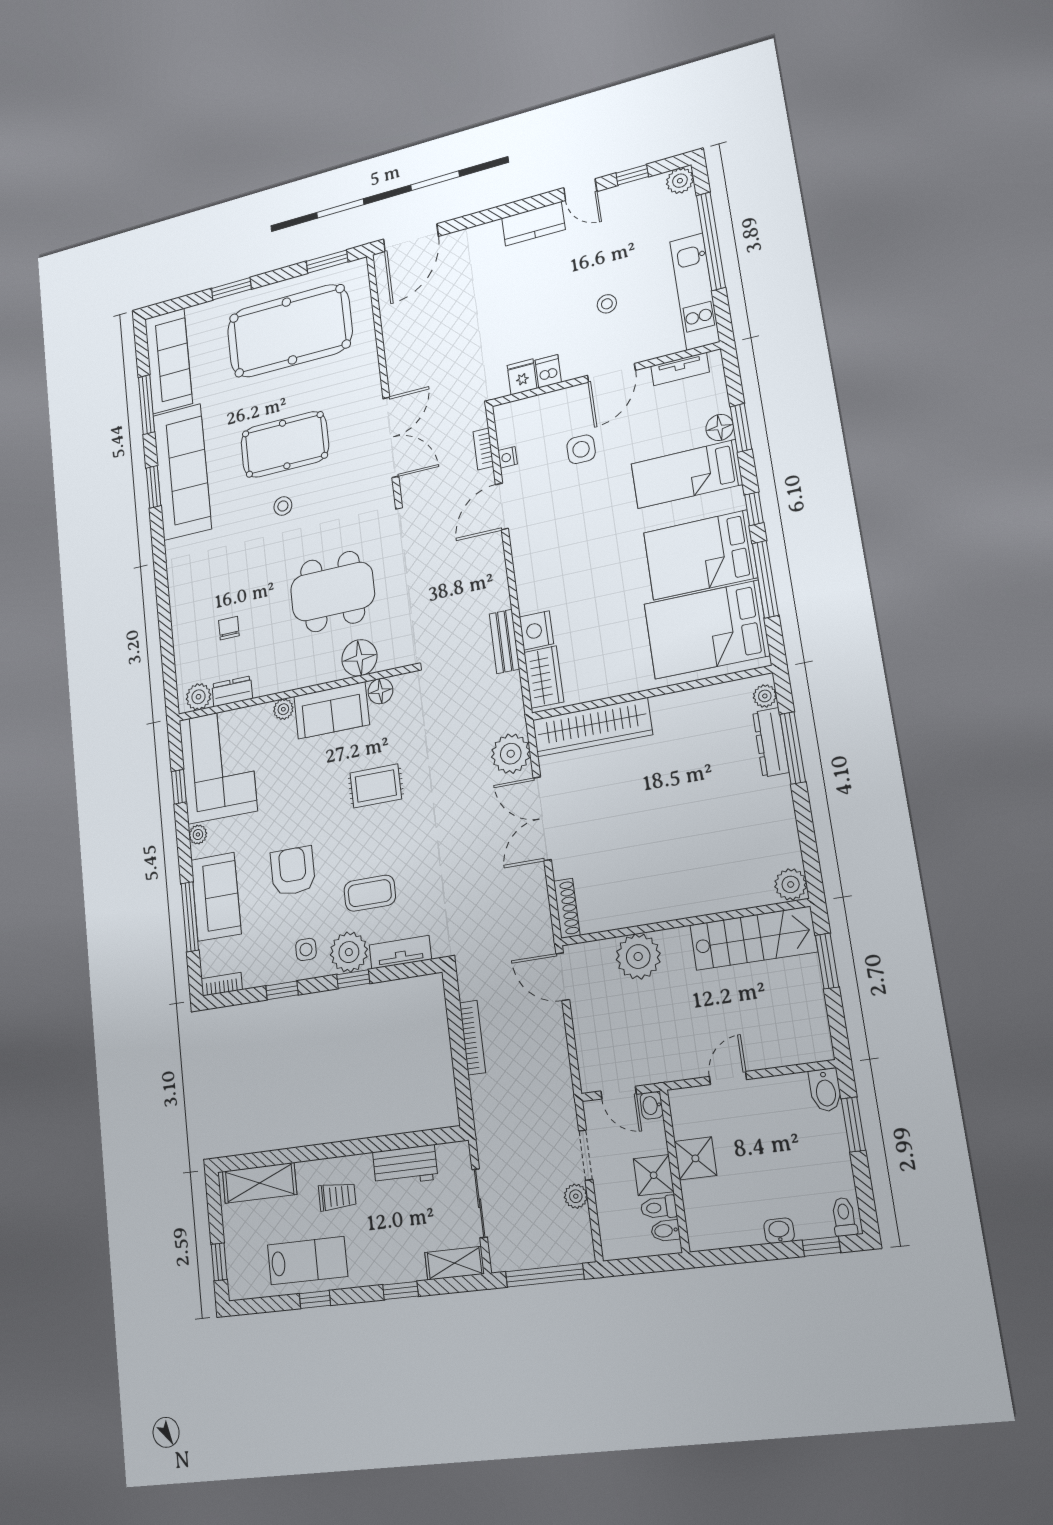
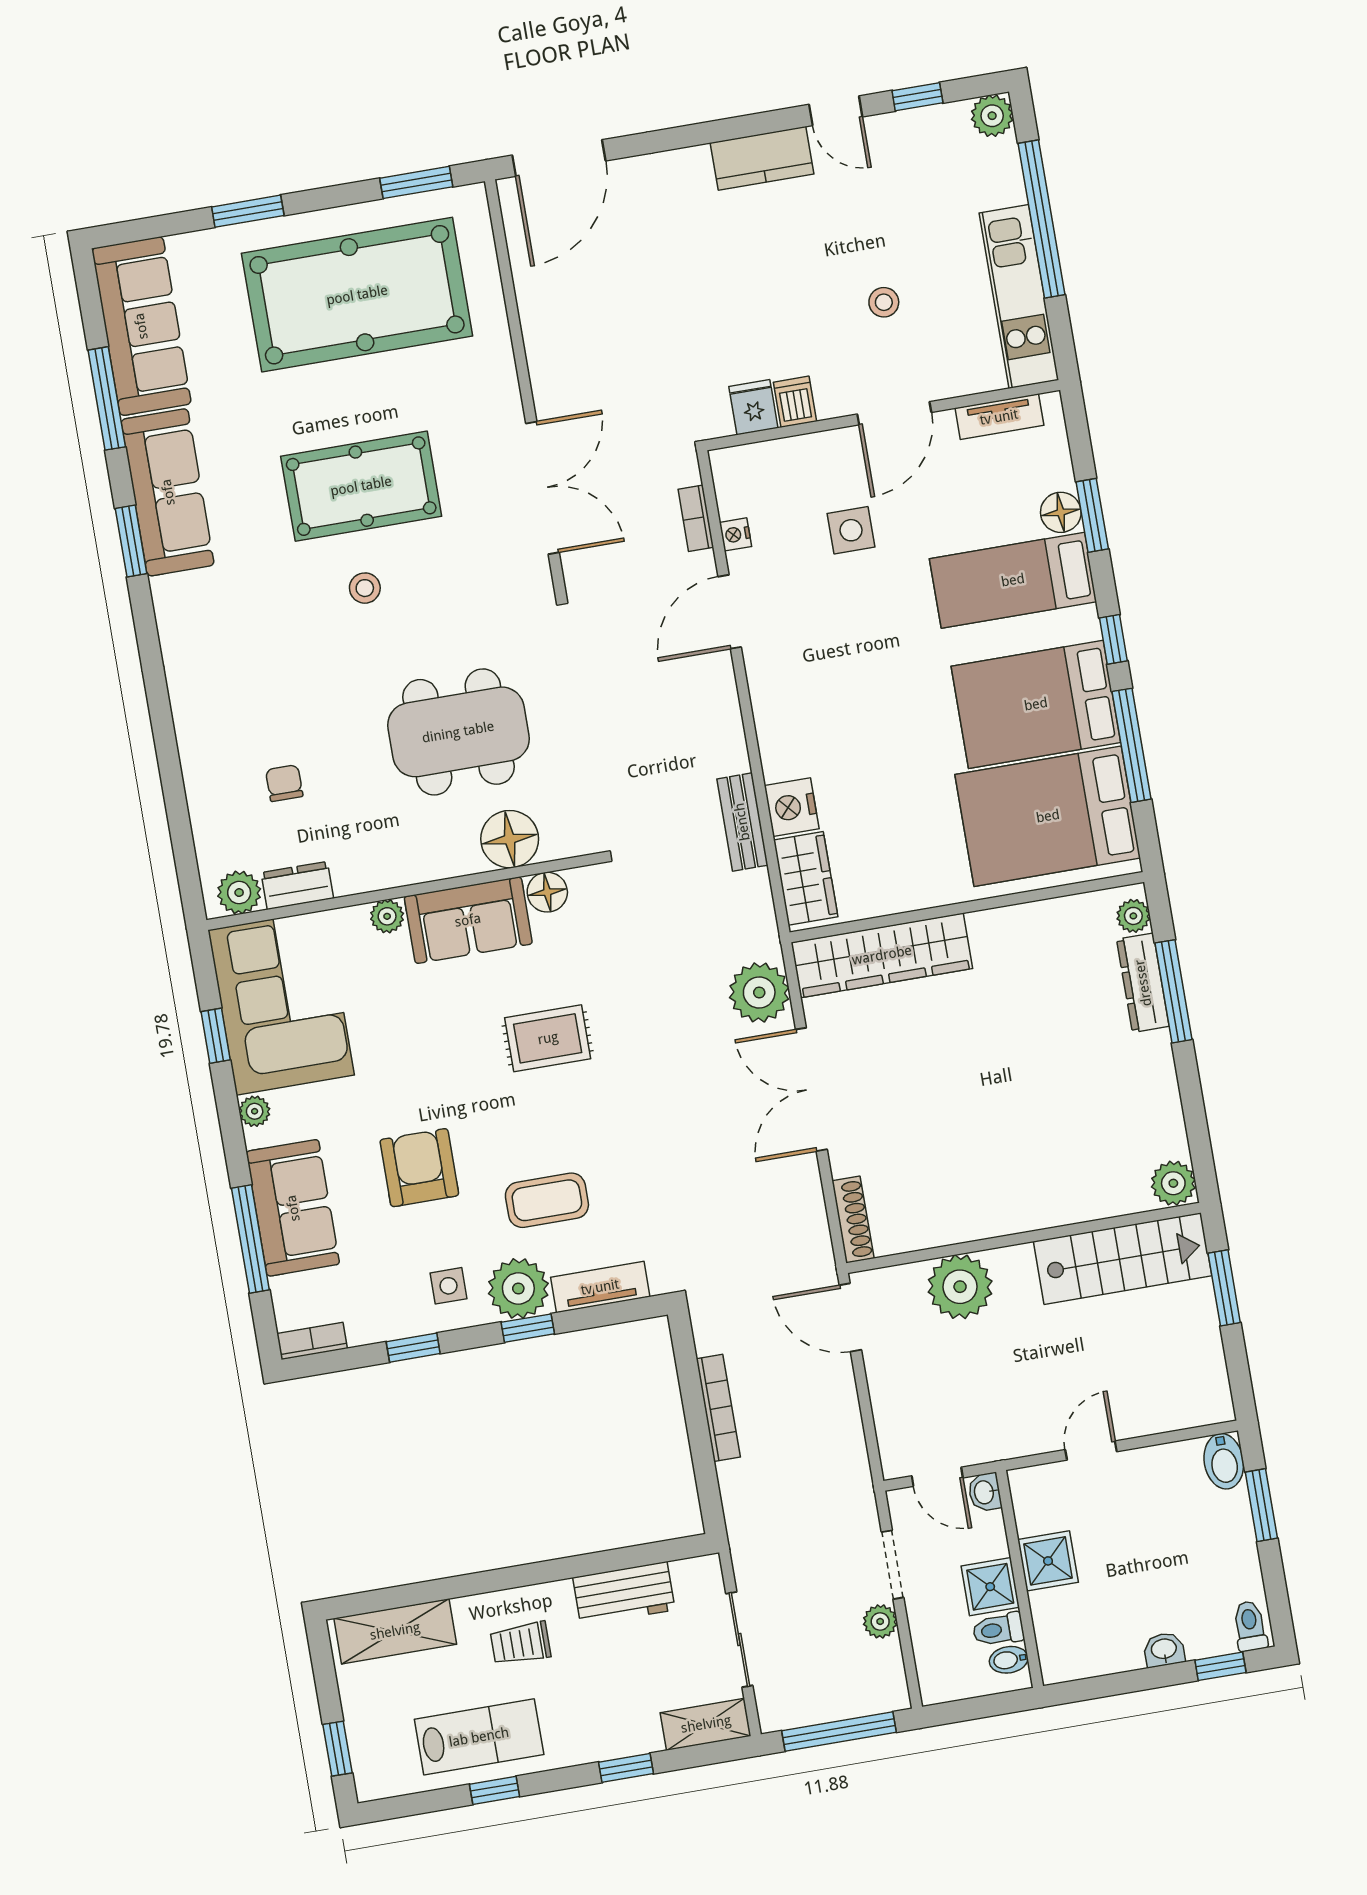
sofa: (182, 472) -> (168, 492), width x0.74, depth x0.79
trolley: (337, 1196) -> (520, 1643), turned 180

